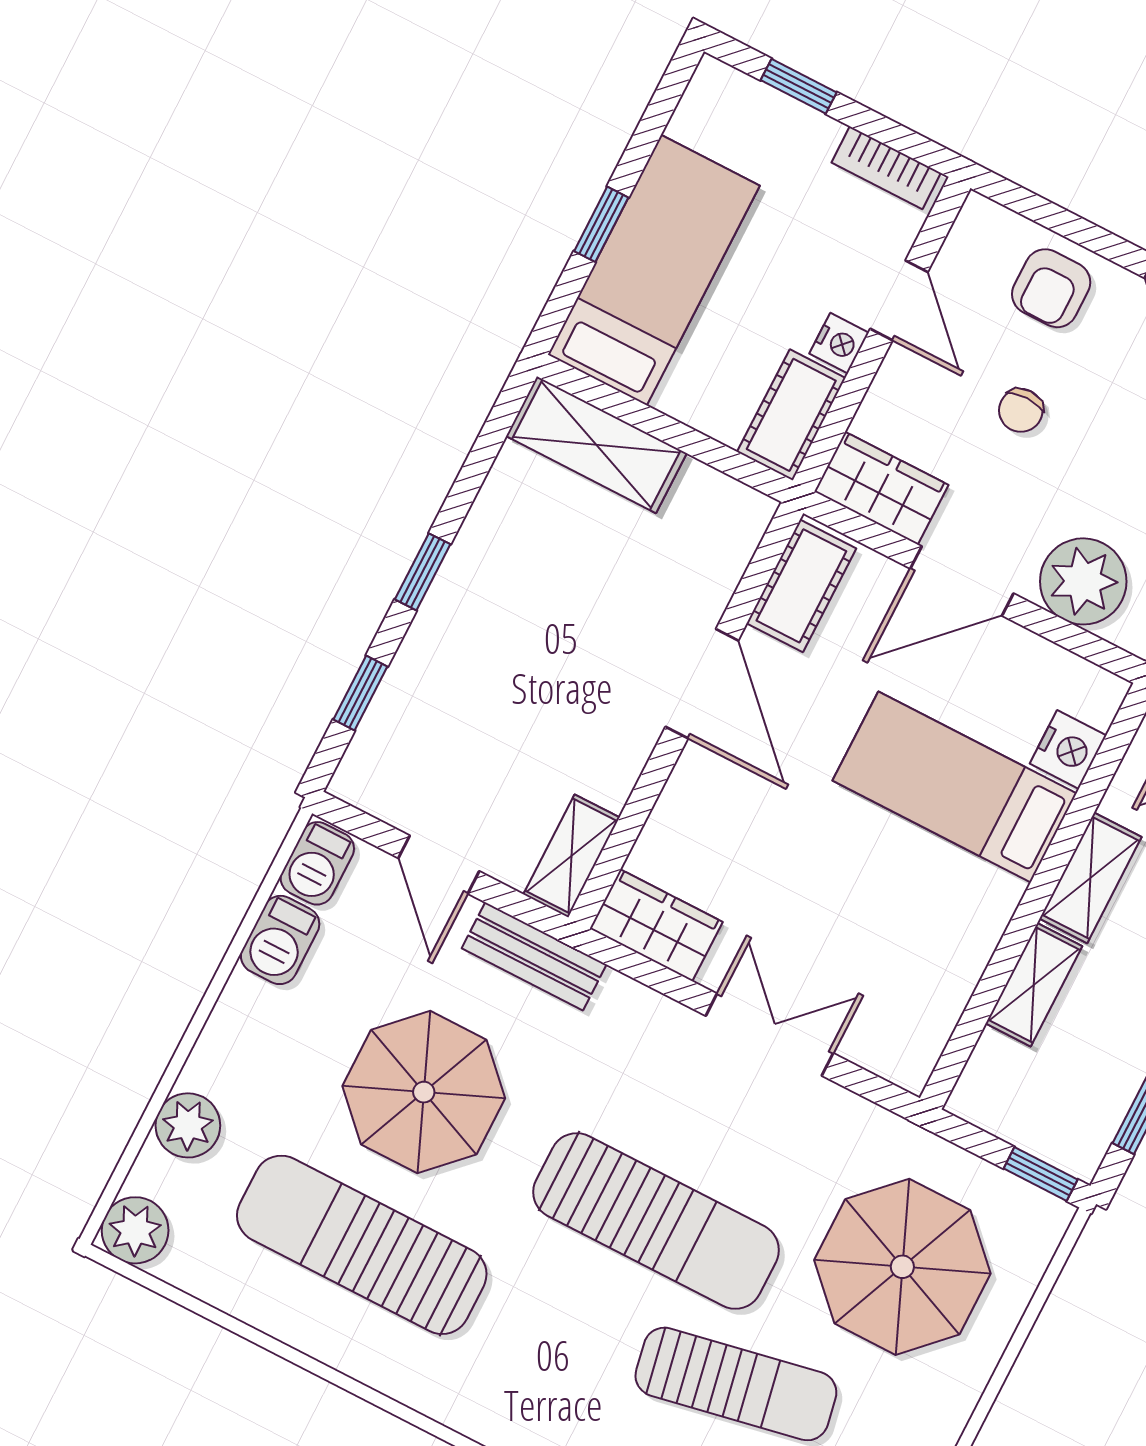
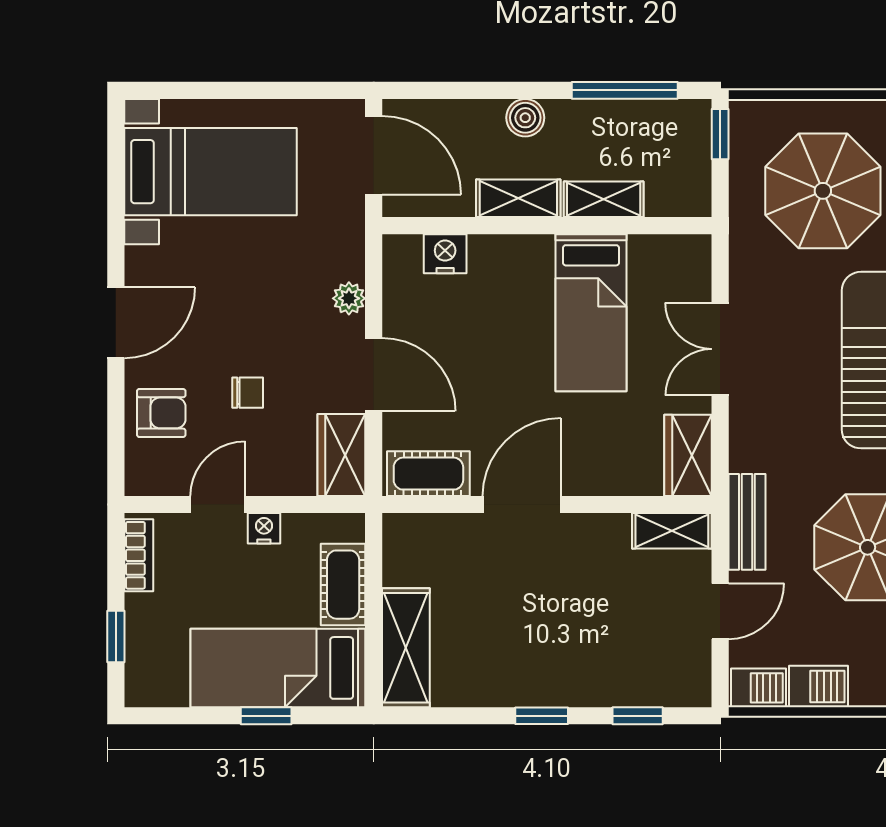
cot: (791, 415) -> (343, 585), moved, turned 90
plant: (1083, 581) -> (349, 298), width x0.53, depth x0.53
bed: (955, 787) -> (591, 313), moved

